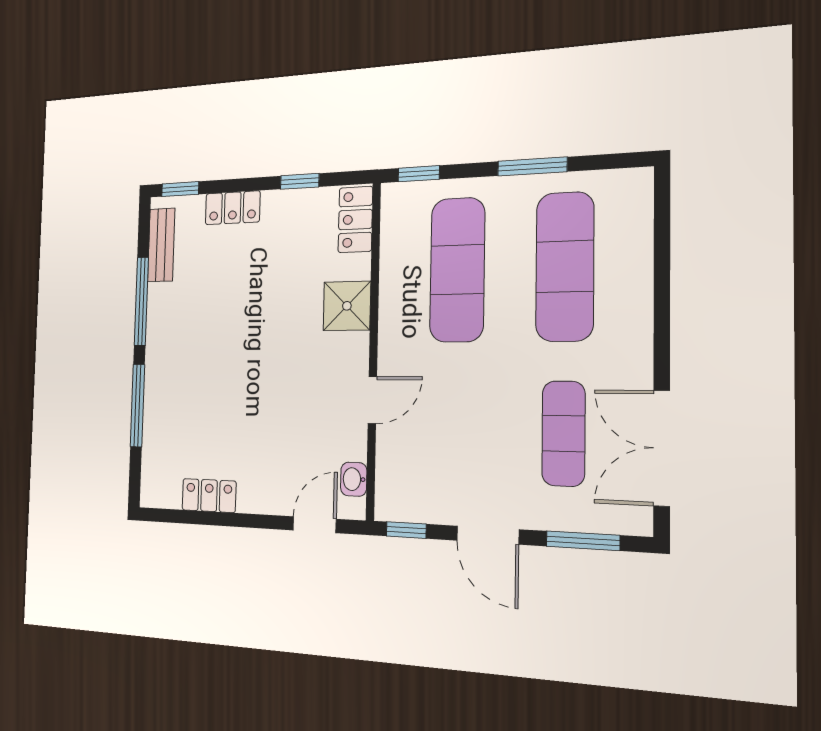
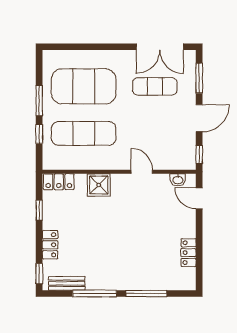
window: (419, 174) -> (39, 134), moved
exercise mat: (565, 267) -> (84, 86), width x1.47

